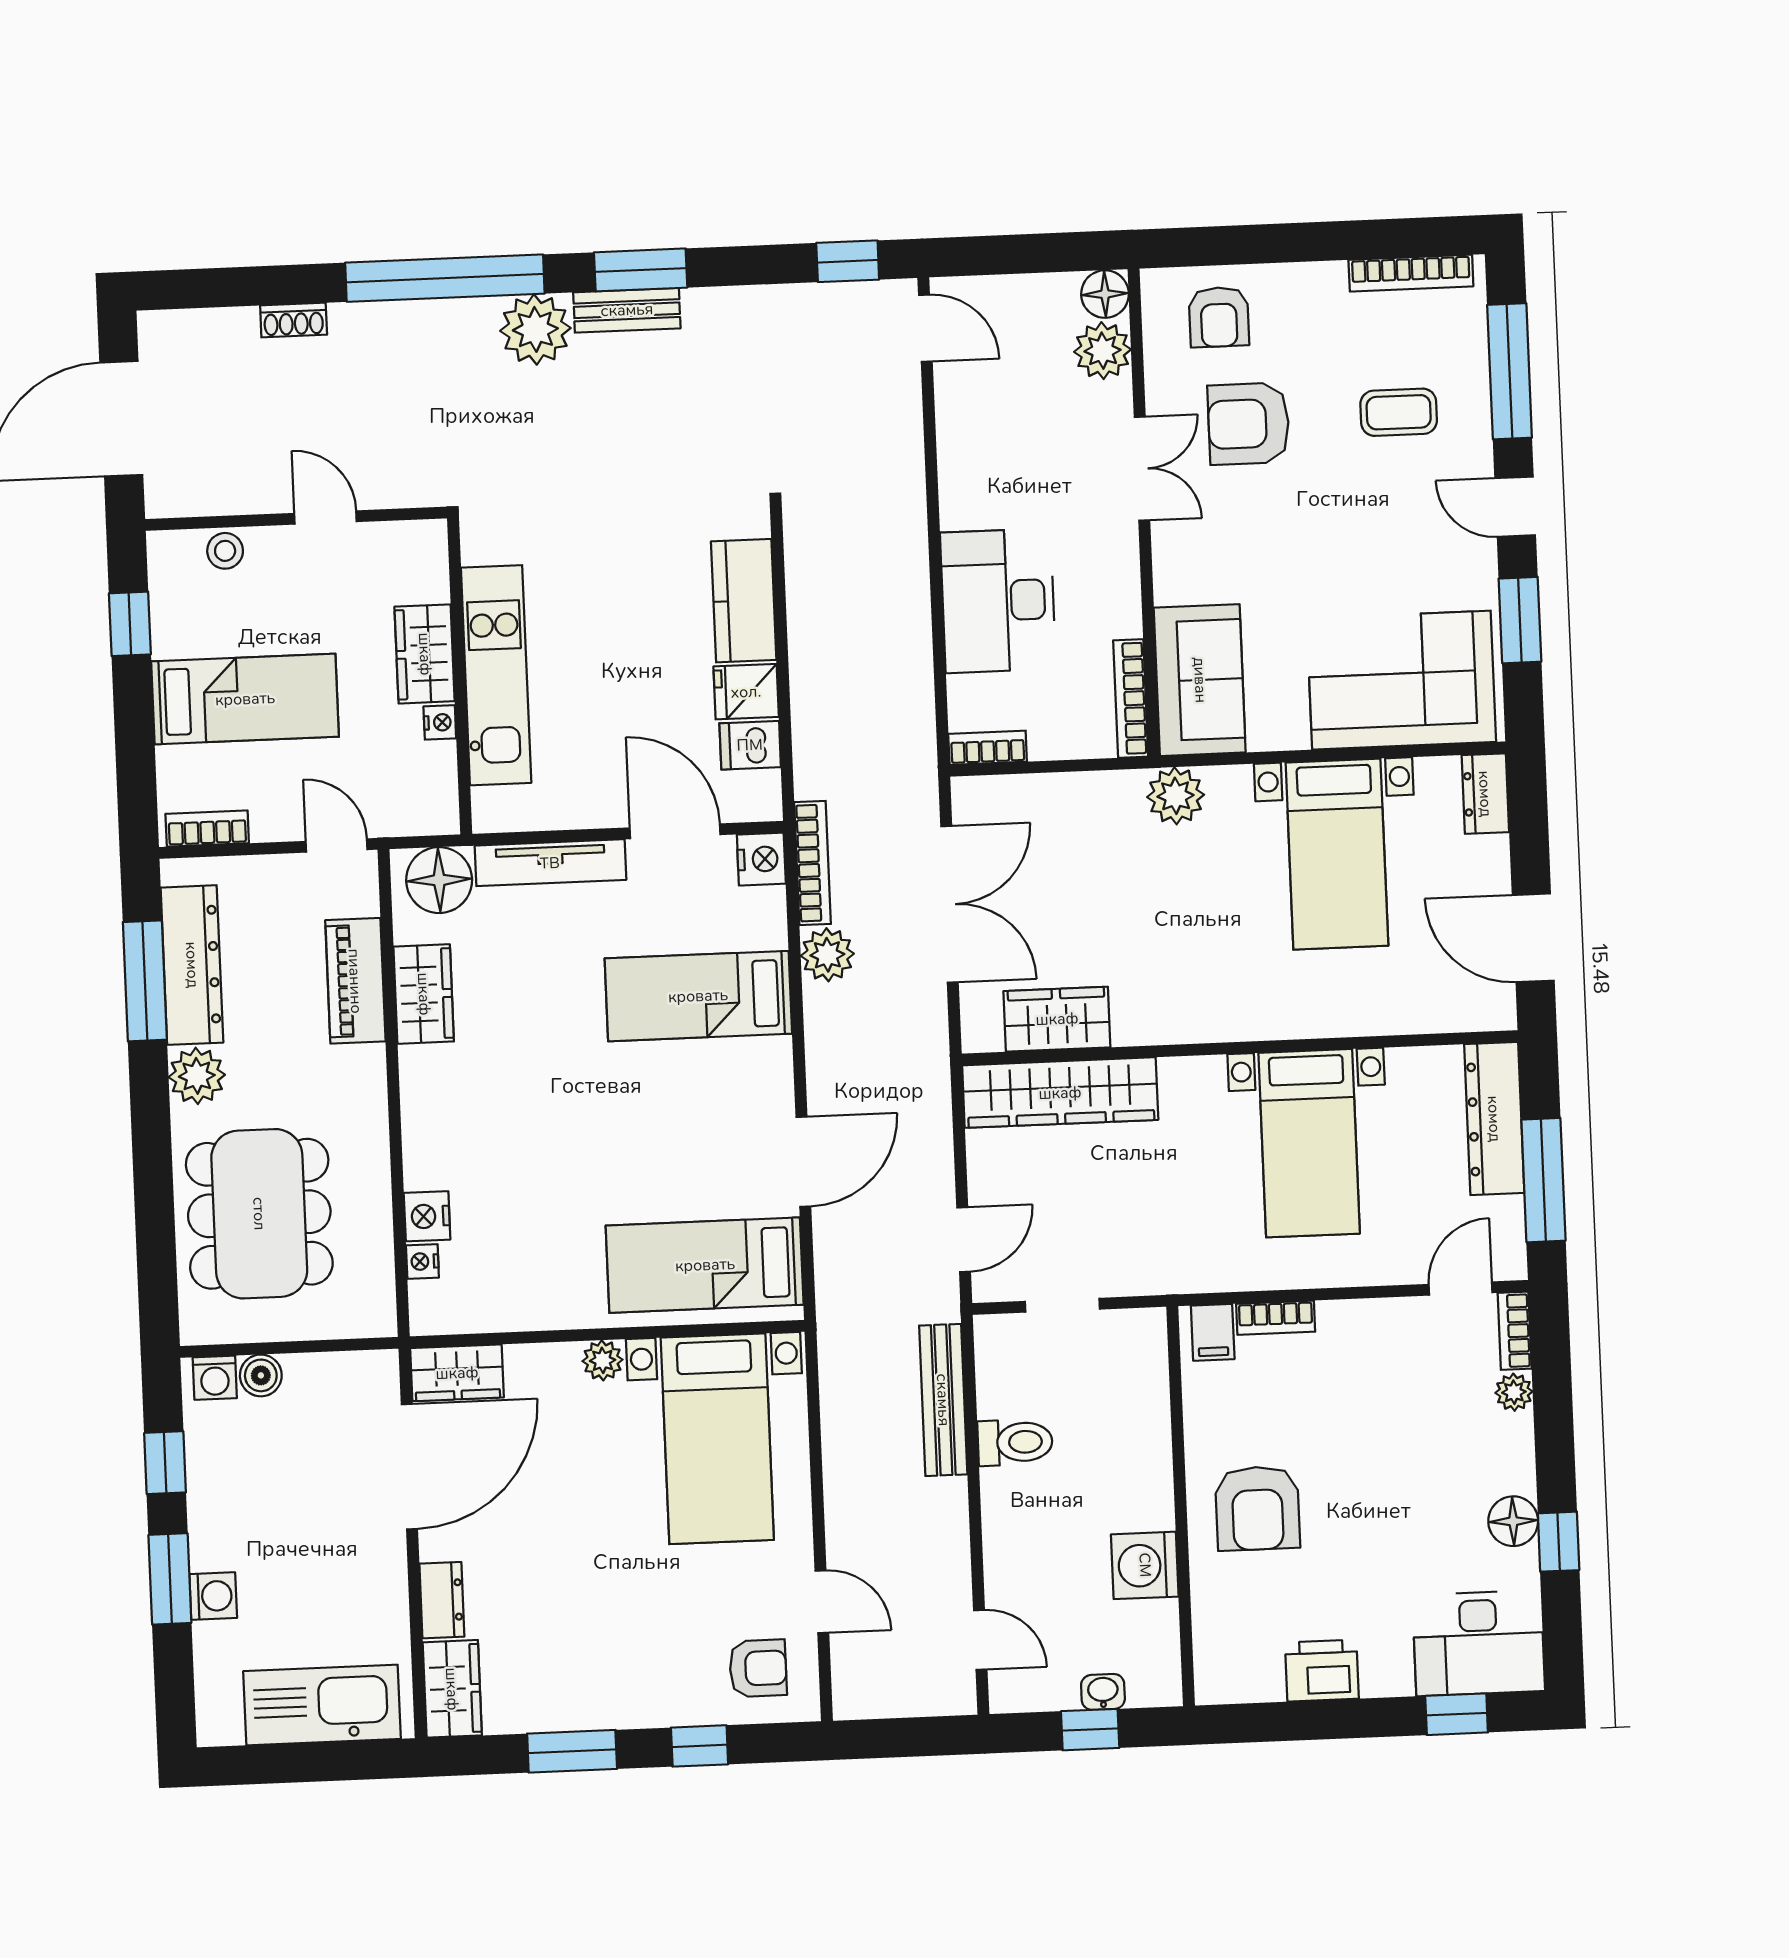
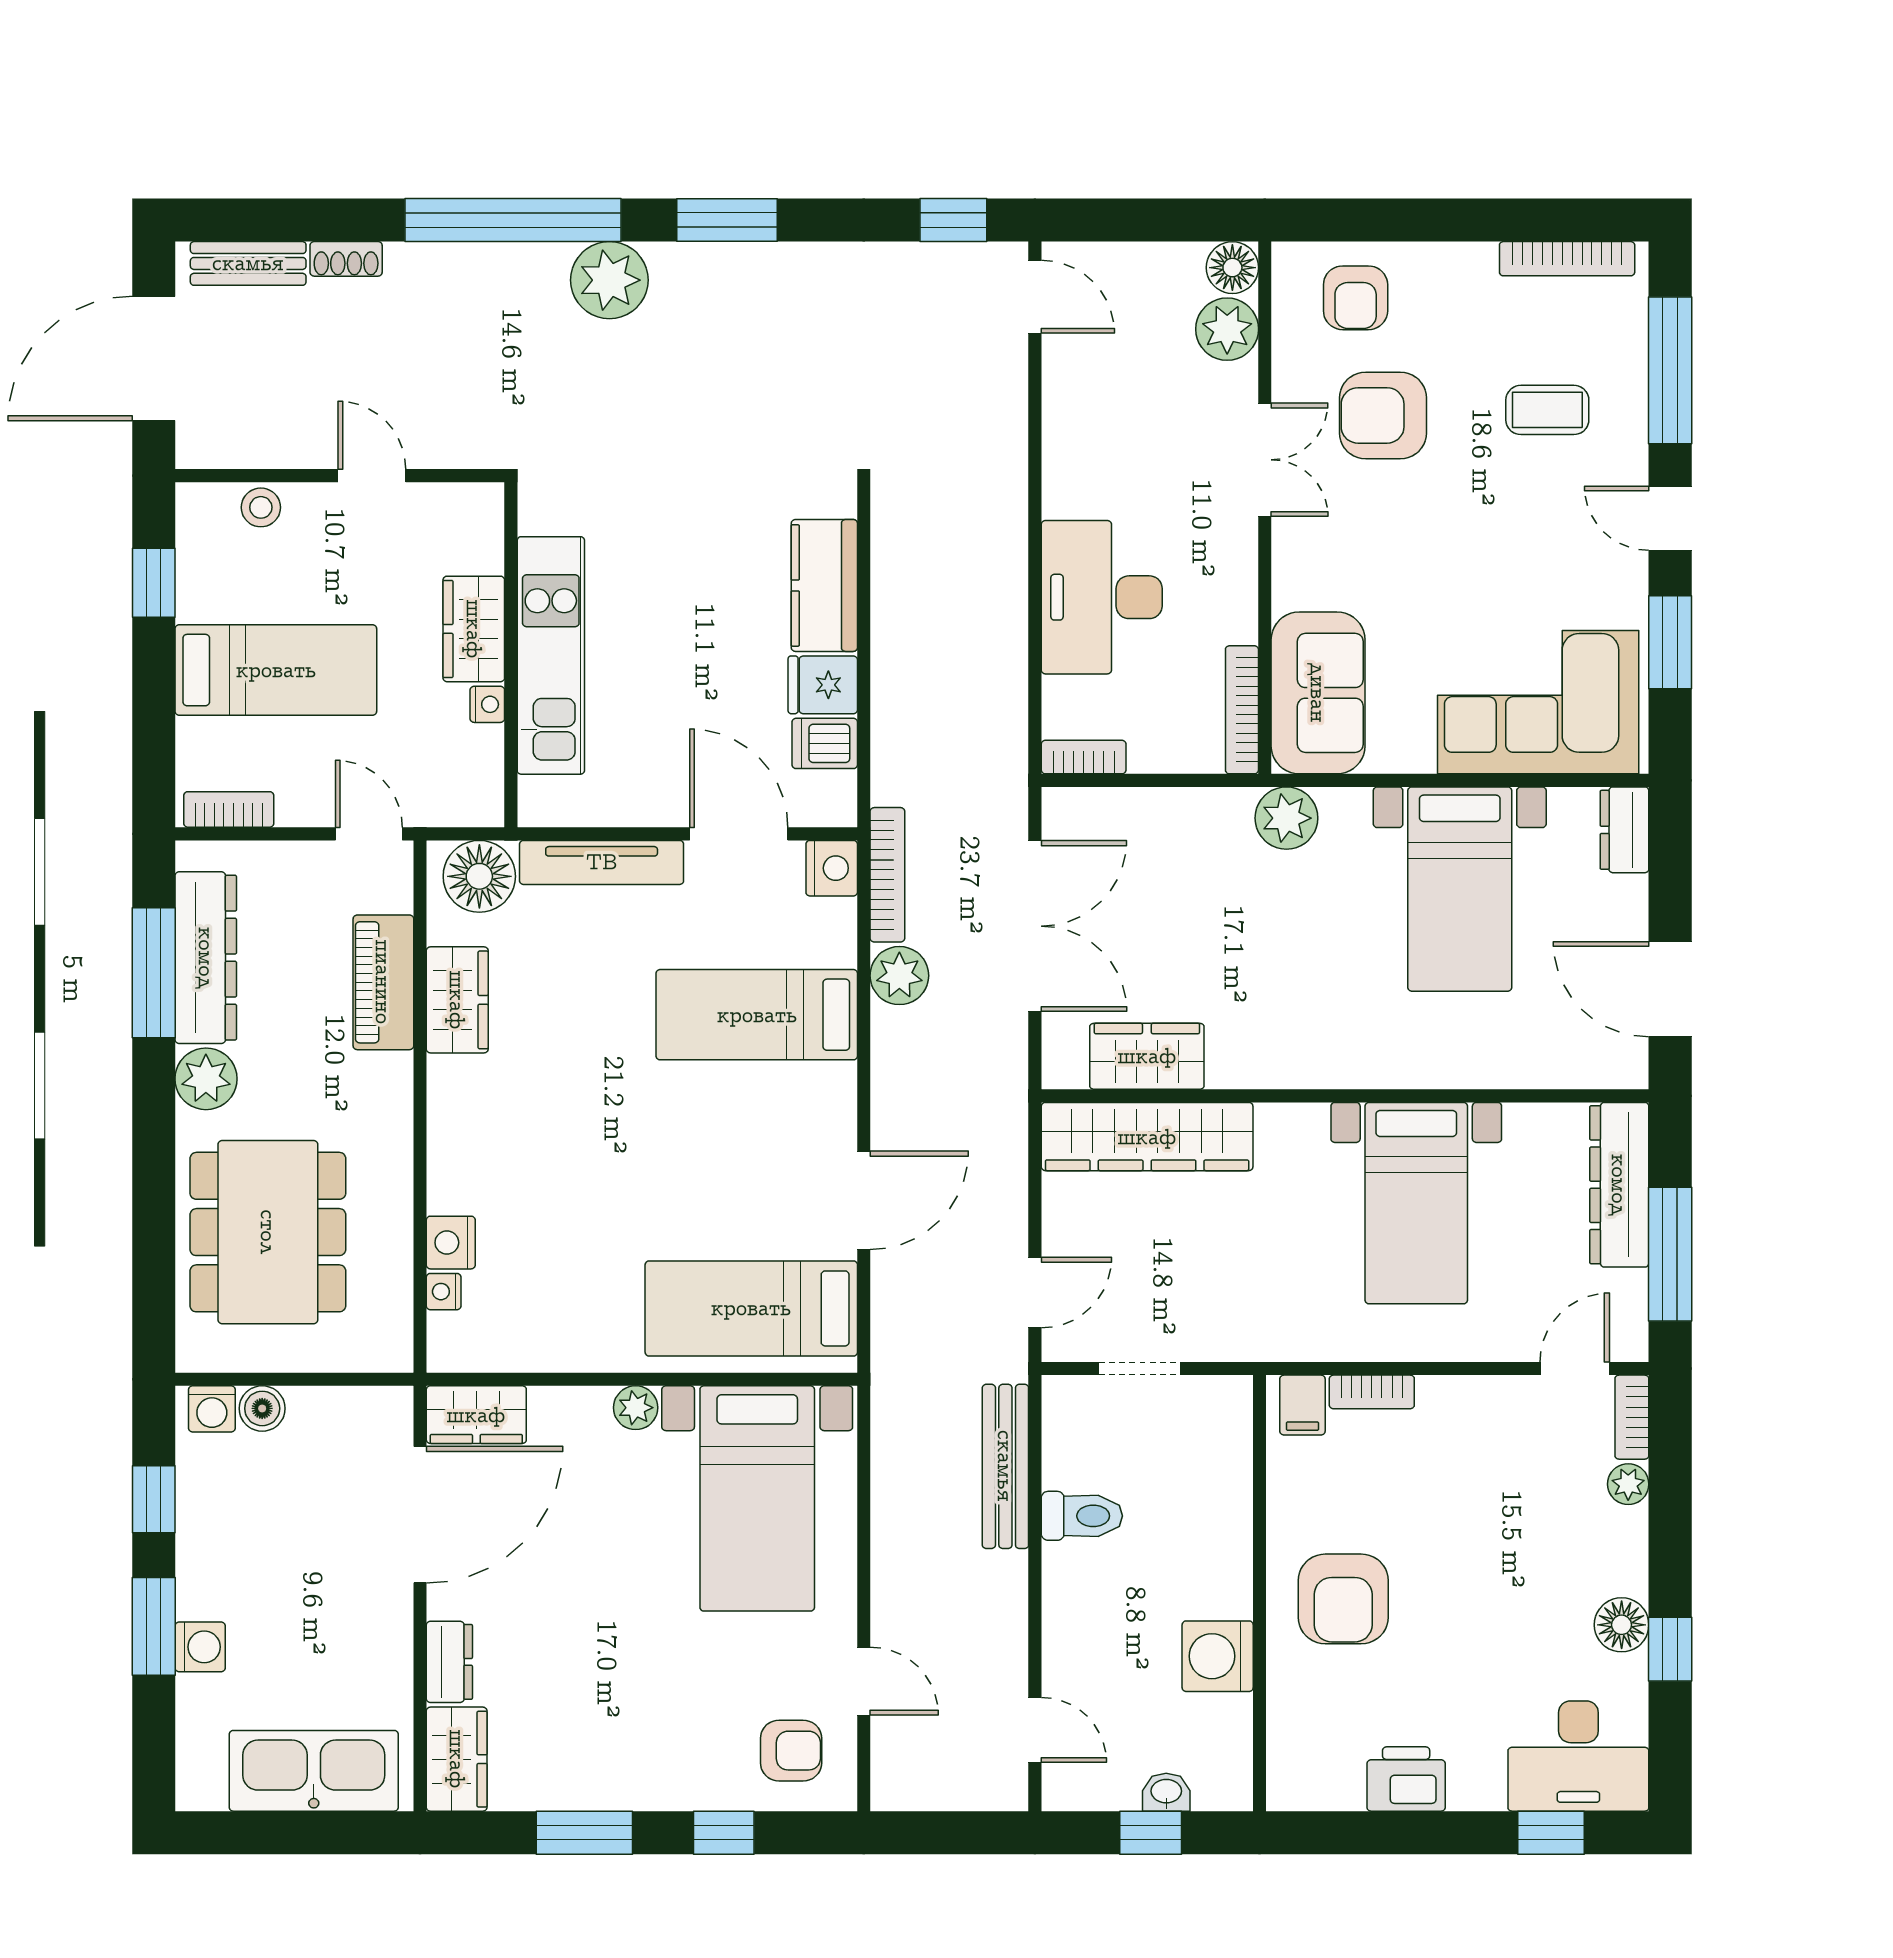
bench: (627, 310) -> (248, 263), moved

